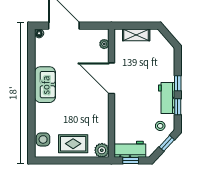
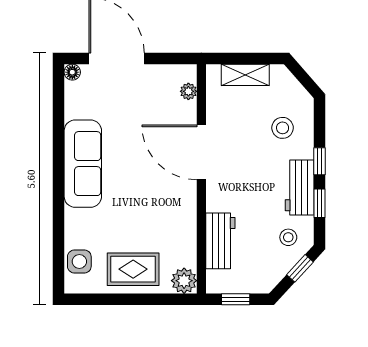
stool: (157, 65) -> (283, 128), added
sofa: (45, 85) -> (83, 164), width x1.36
workbench: (130, 149) -> (220, 241), moved, turned 90

